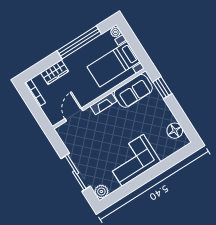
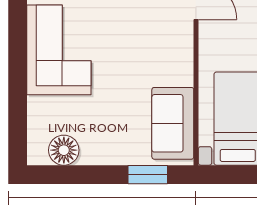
fireplace: (103, 104) -> (183, 61), removed

